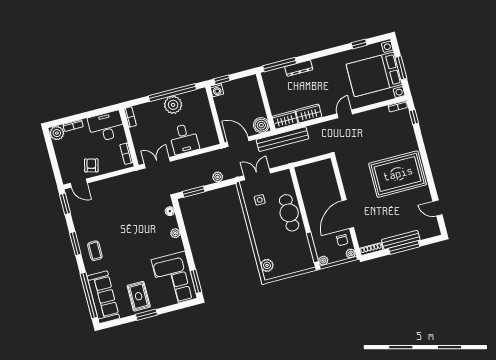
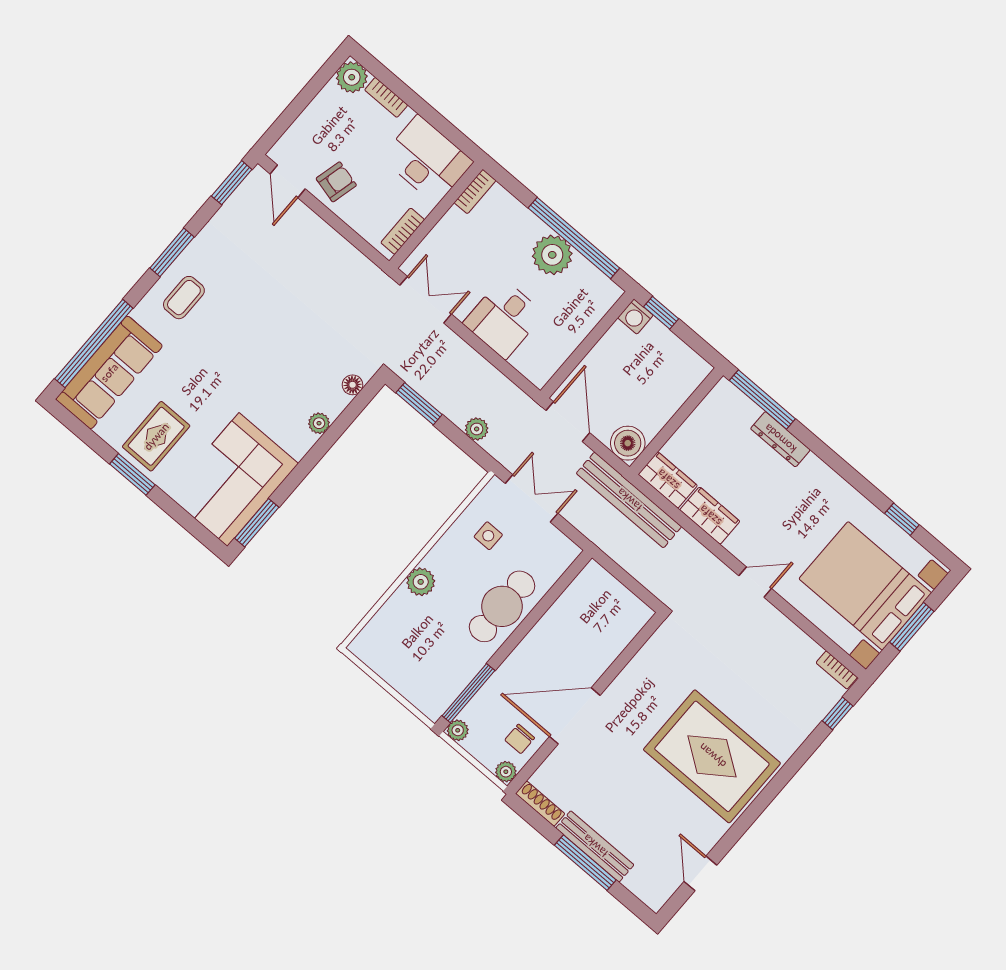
plant: (267, 265) -> (421, 582), moved

